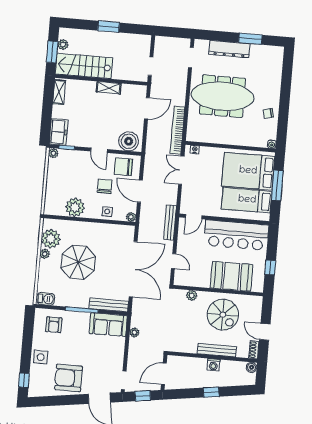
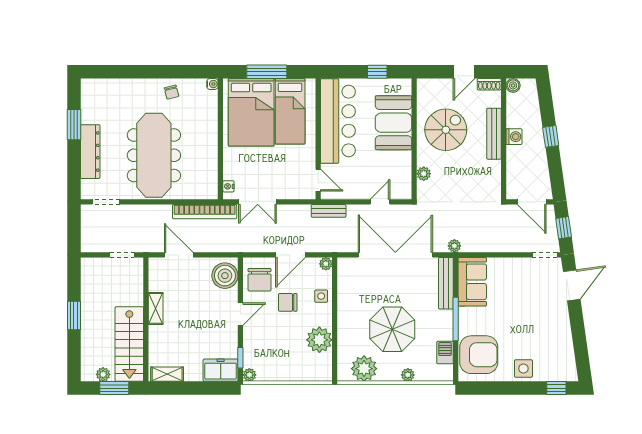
bench: (170, 222) -> (329, 211), width x0.73
plant: (45, 254) -> (408, 375), moved
barbecue: (46, 299) -> (445, 353), moved
armchair: (54, 325) -> (479, 355), width x1.88, depth x1.88
plant: (134, 332) -> (454, 246), moved
armchair: (69, 378) -> (548, 329), removed

